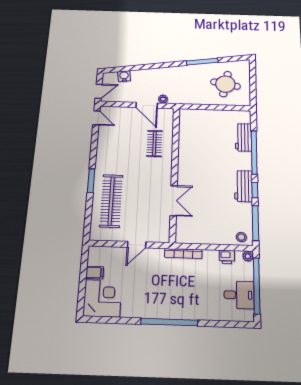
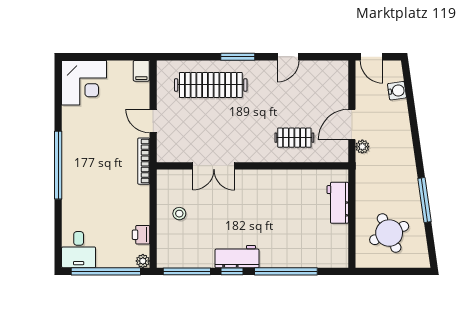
round table: (225, 84) -> (389, 233), turned -36
door: (96, 118) -> (288, 57), moved
workbench: (243, 137) -> (338, 203), moved, turned -90
stool: (241, 237) -> (179, 214), moved
bookcase: (183, 253) -> (144, 161), moved
filing cabinet: (95, 273) -> (141, 71), moved
desk: (239, 295) -> (79, 250), moved

